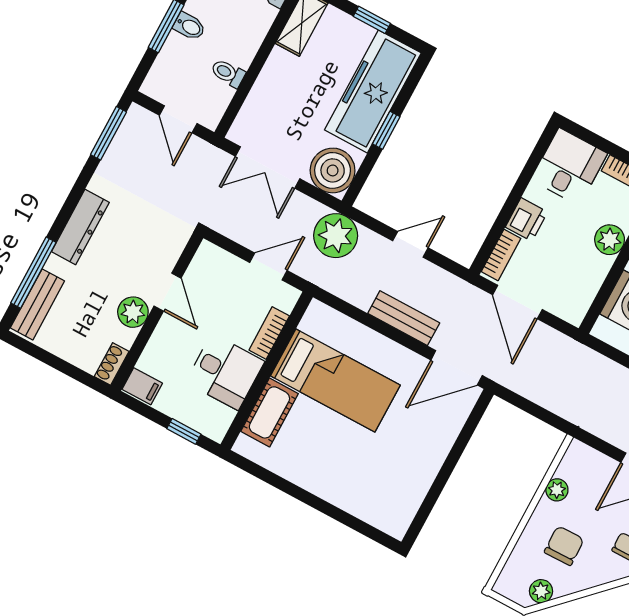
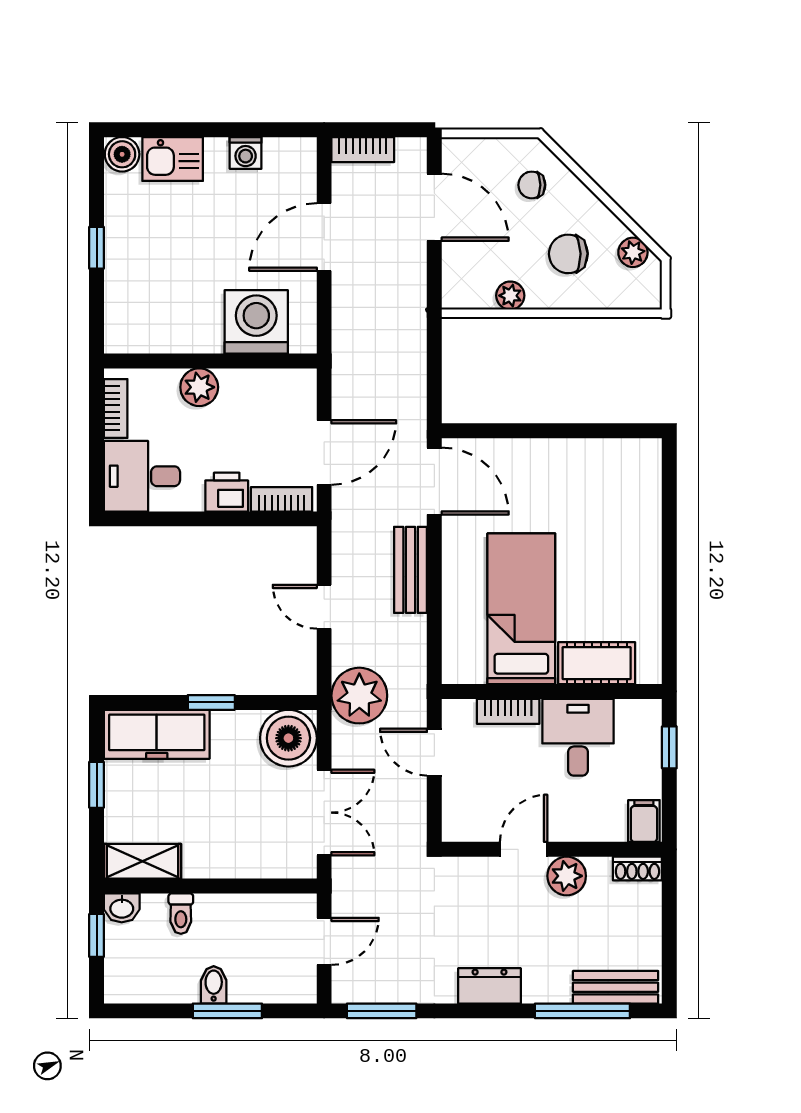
toilet: (228, 73) -> (181, 914), moved
freezer: (373, 91) -> (157, 734), width x0.73, depth x0.79
dresser: (80, 227) -> (490, 986), width x0.70

